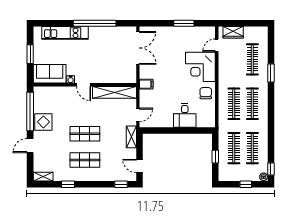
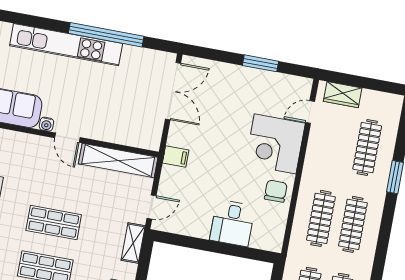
kitchen unit: (65, 33) -> (66, 45), width x1.36

